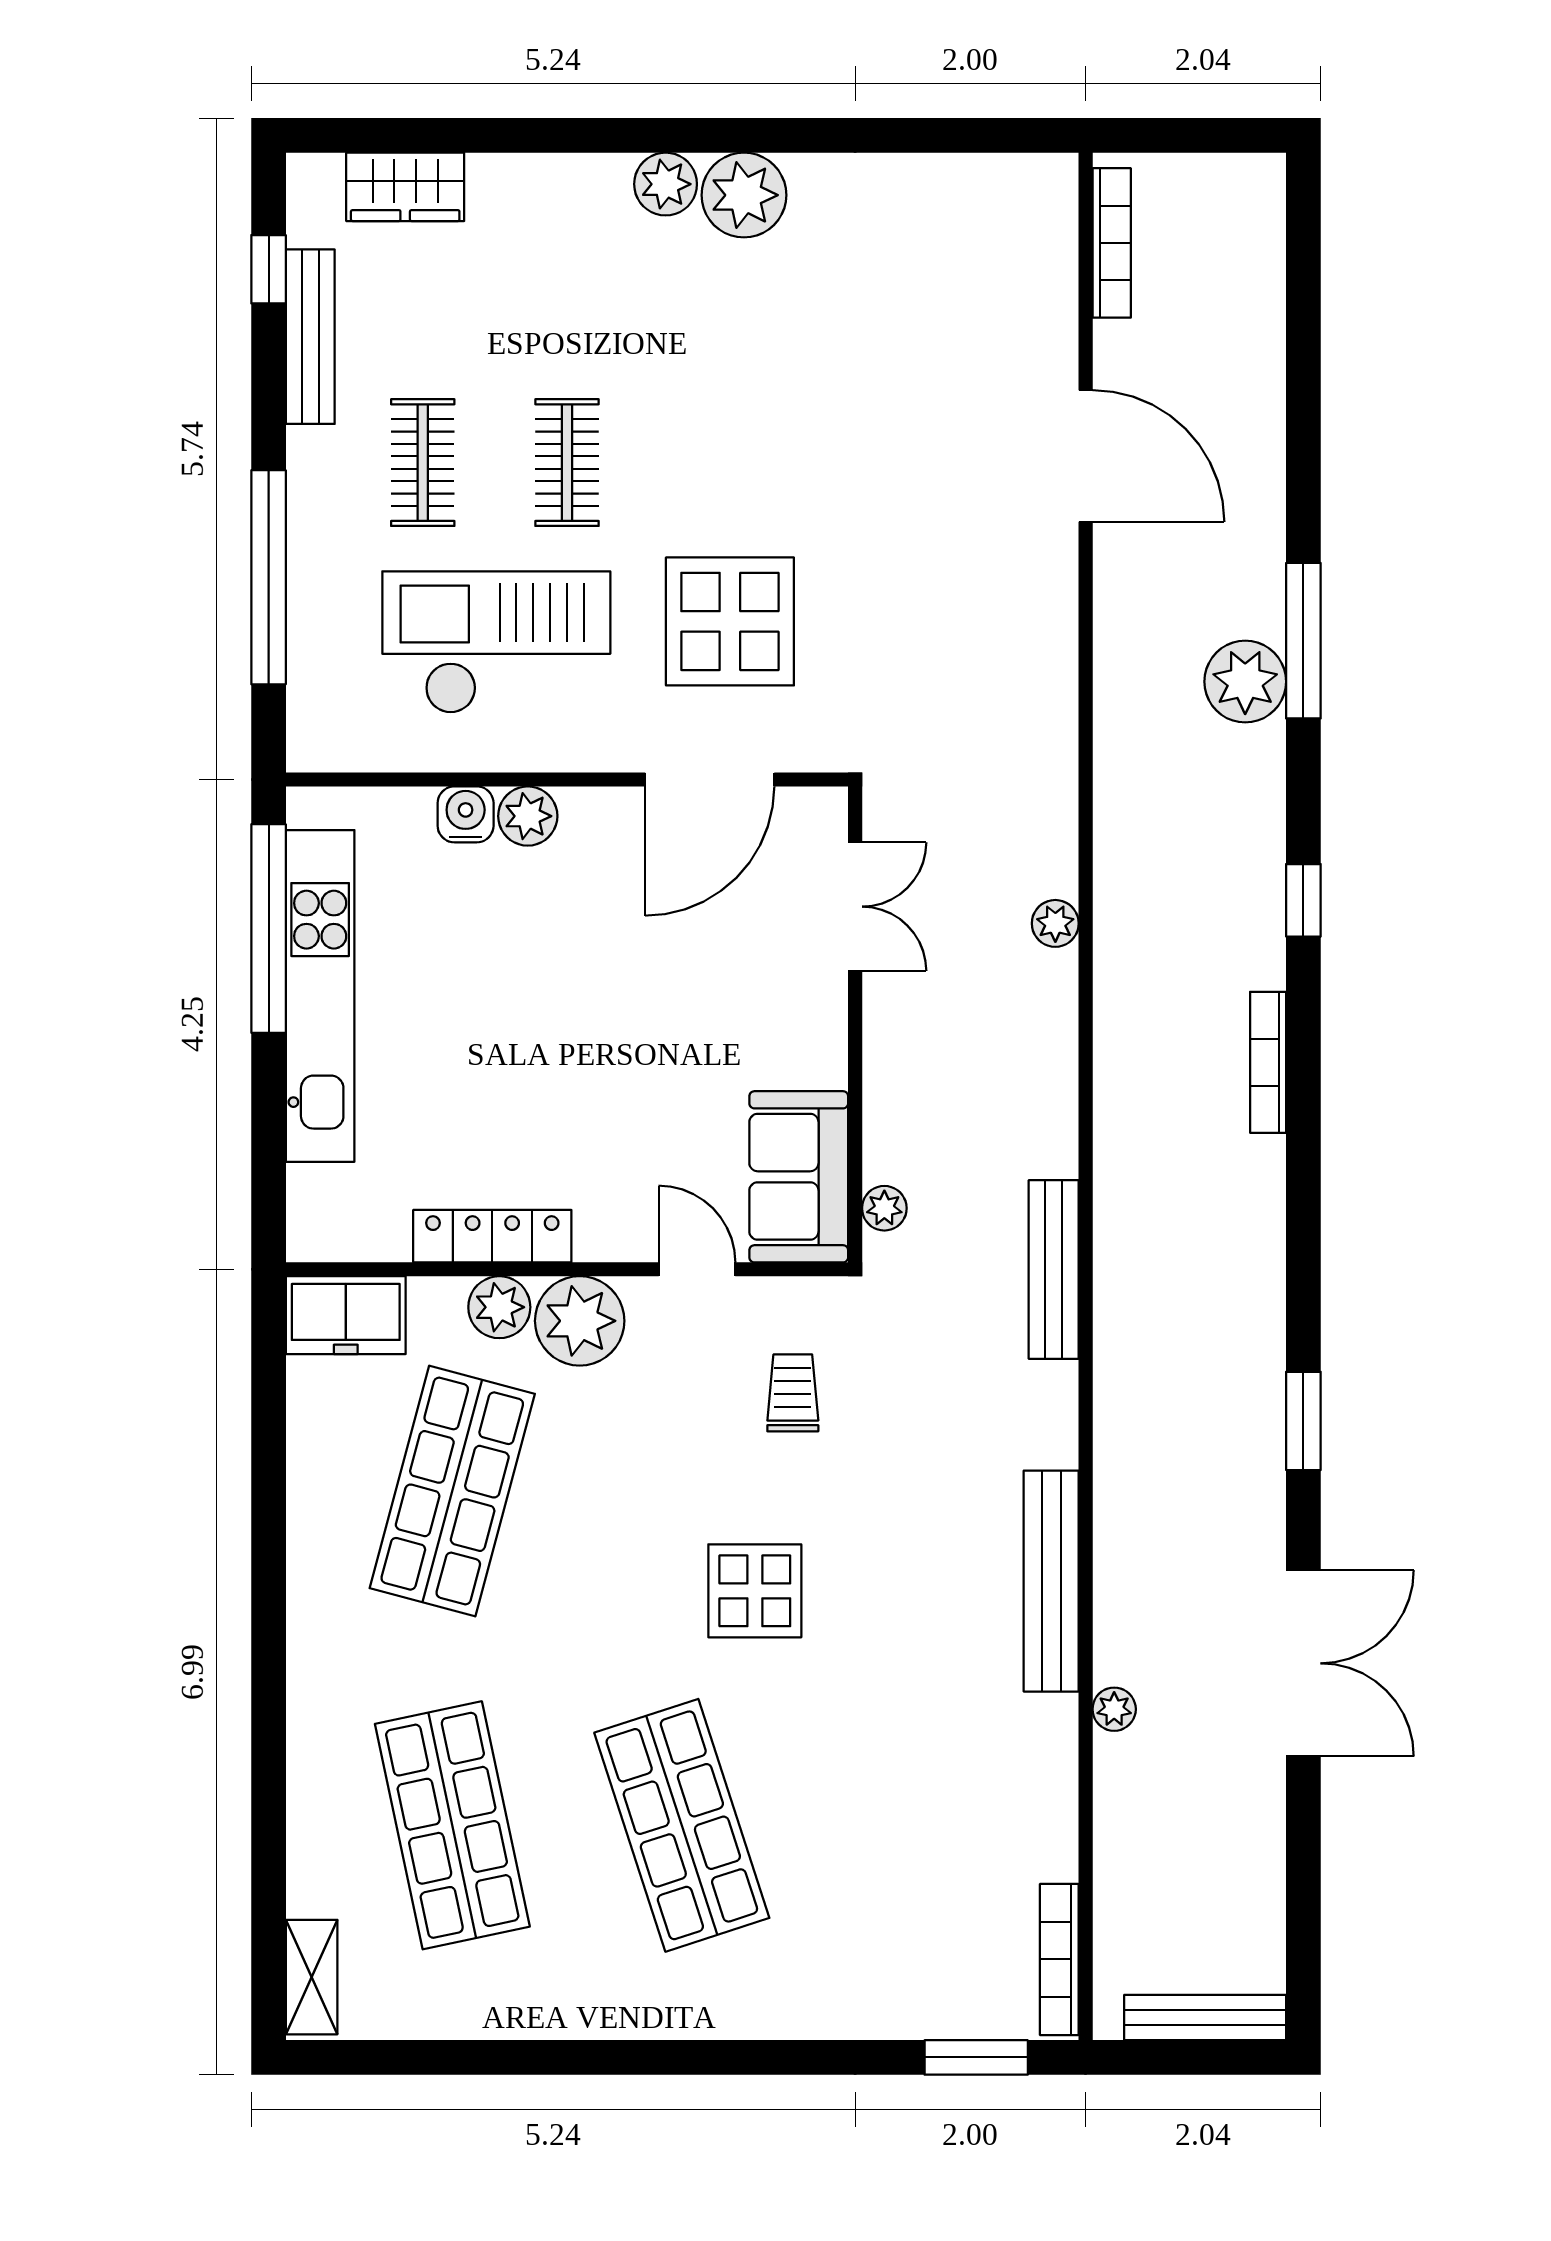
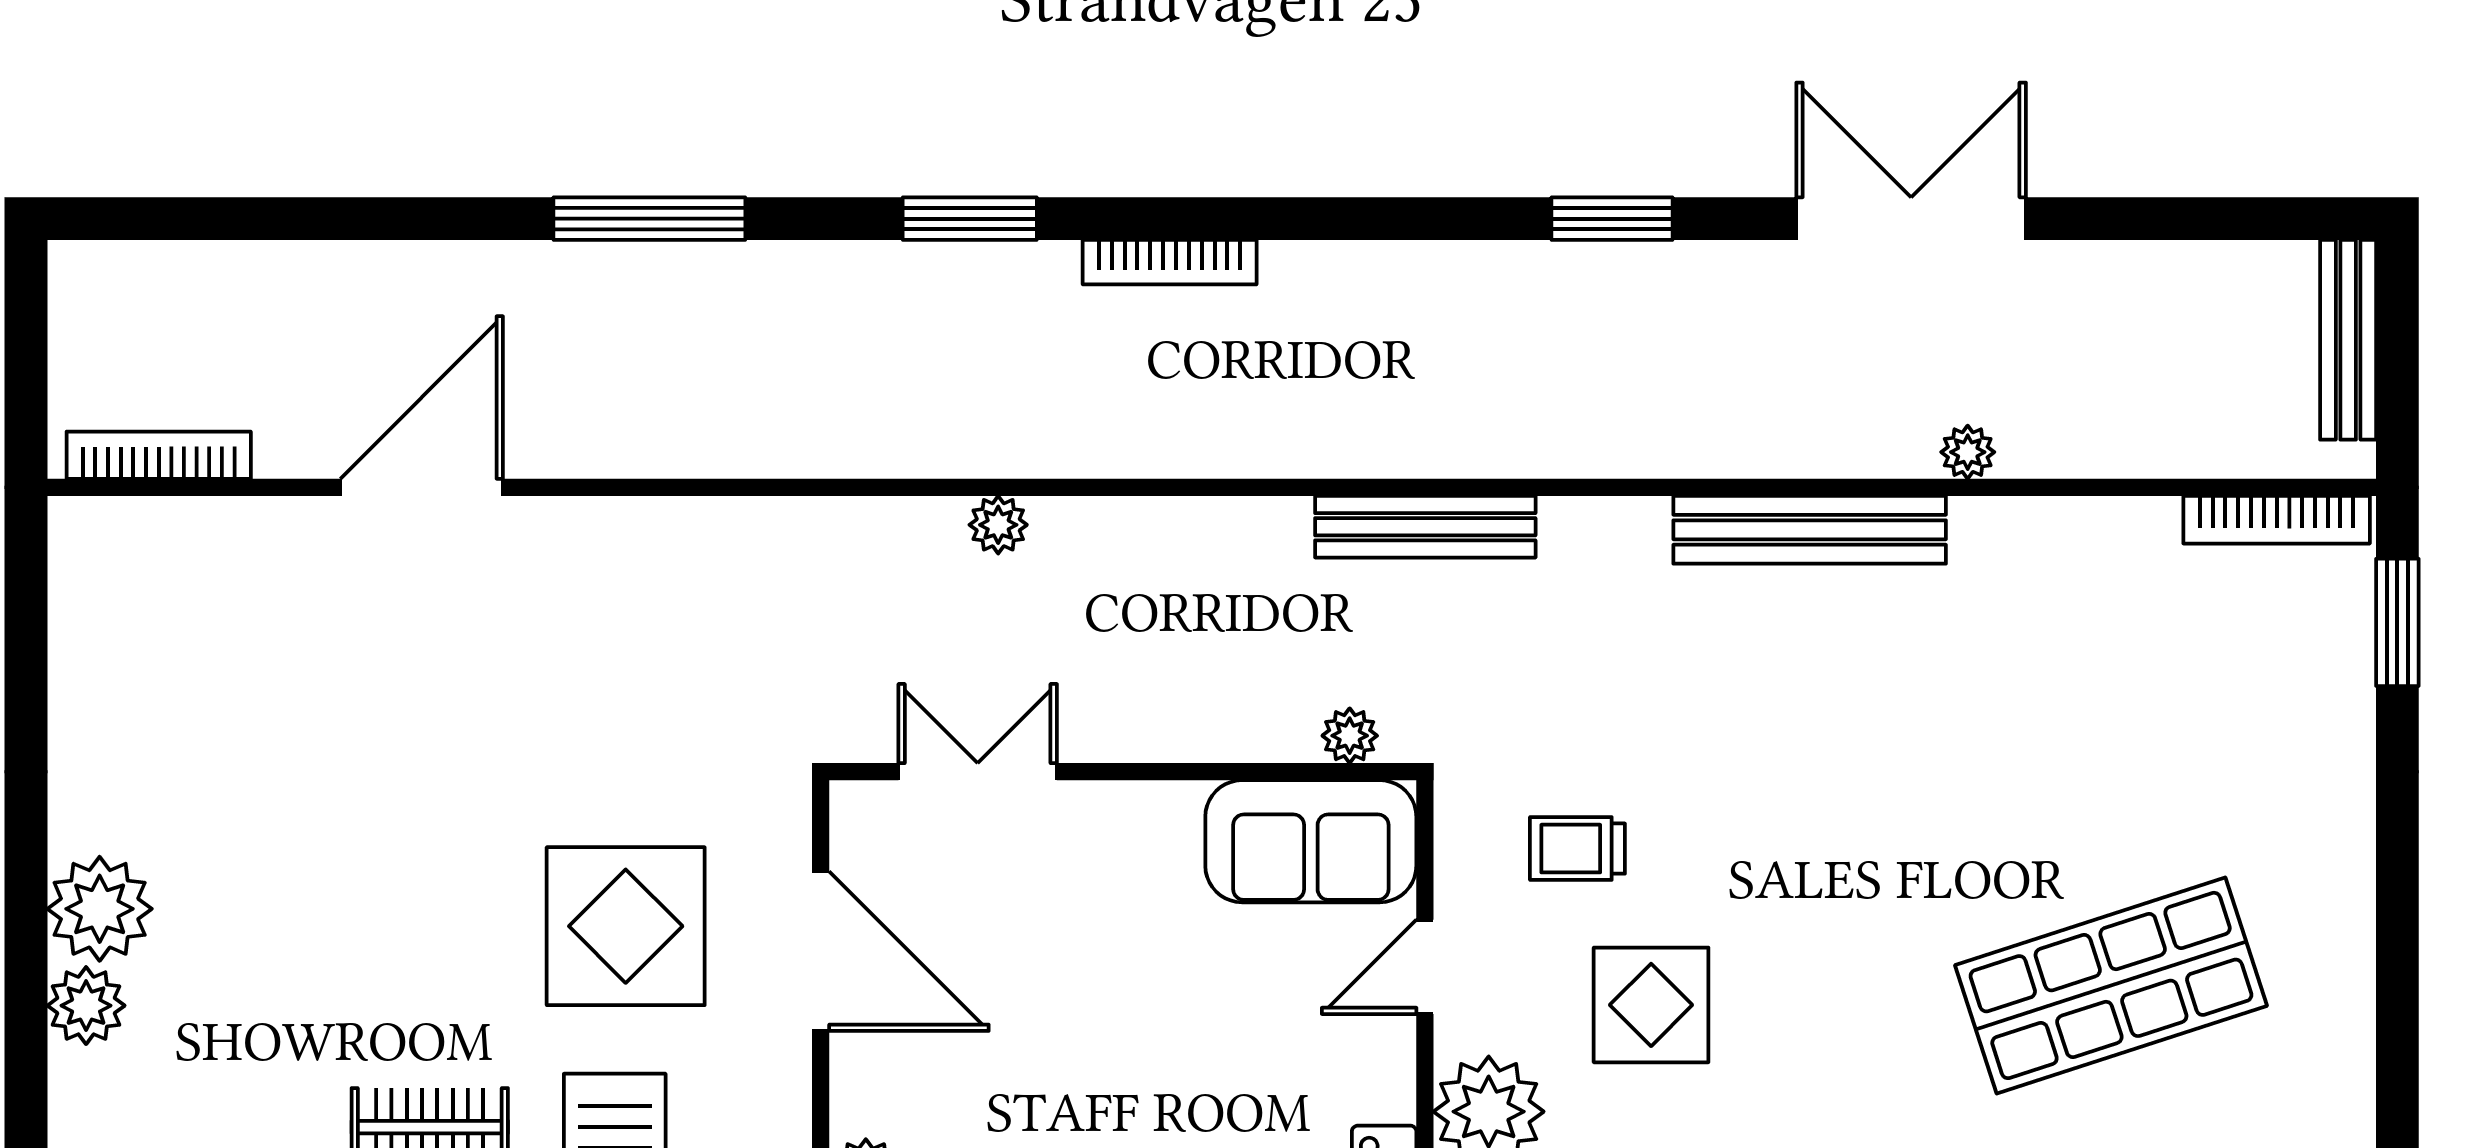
plant: (1245, 682) -> (700, 290), removed
window: (1303, 900) -> (970, 219), width x1.50
display table: (755, 1591) -> (1651, 1005), moved

